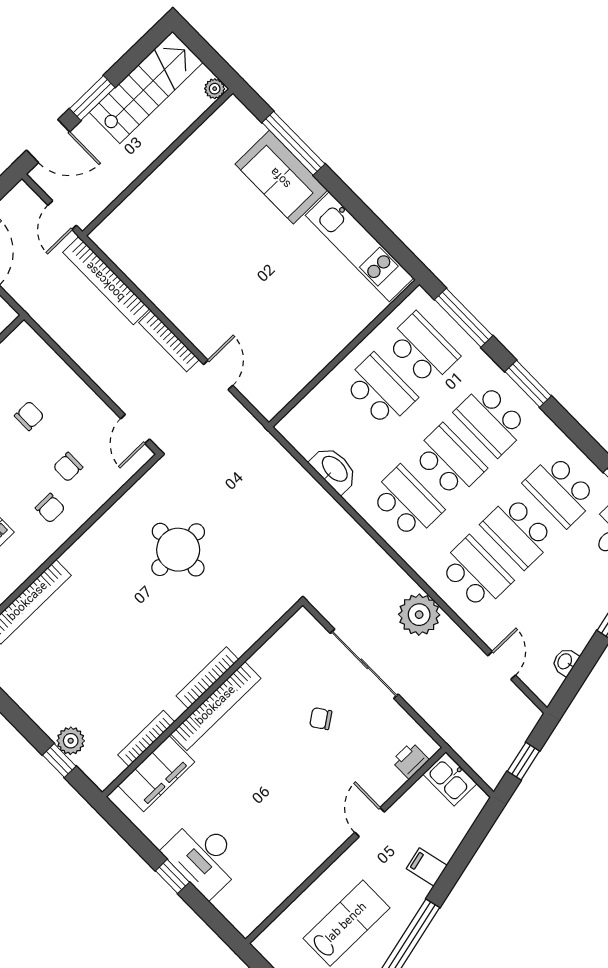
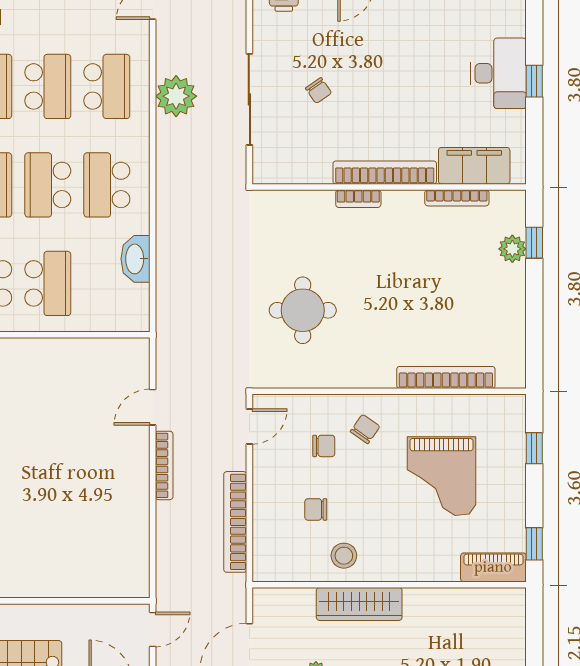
bookcase: (106, 281) -> (235, 522), moved, turned 180
school desk: (380, 390) -> (48, 283), turned 180
chair: (50, 508) -> (365, 429), turned 35
school desk: (476, 573) -> (107, 86), turned 180
bookcase: (207, 678) -> (358, 199), width x0.64

